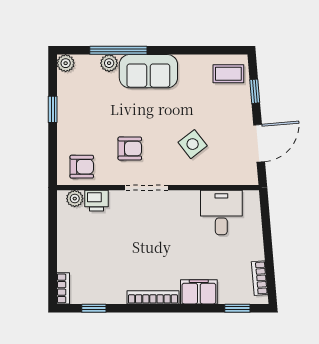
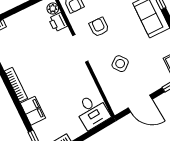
armchair: (130, 148) -> (99, 27), turned 180
desk: (221, 212) -> (92, 111), moved, turned 85

